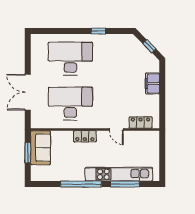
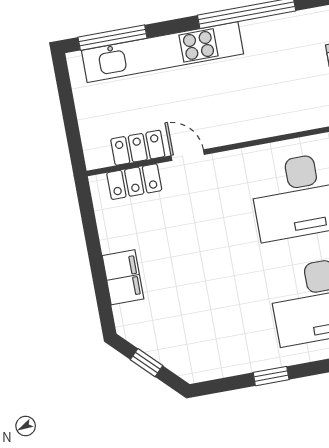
locker: (85, 136) -> (138, 148), moved
window: (125, 184) -> (113, 38), moved

